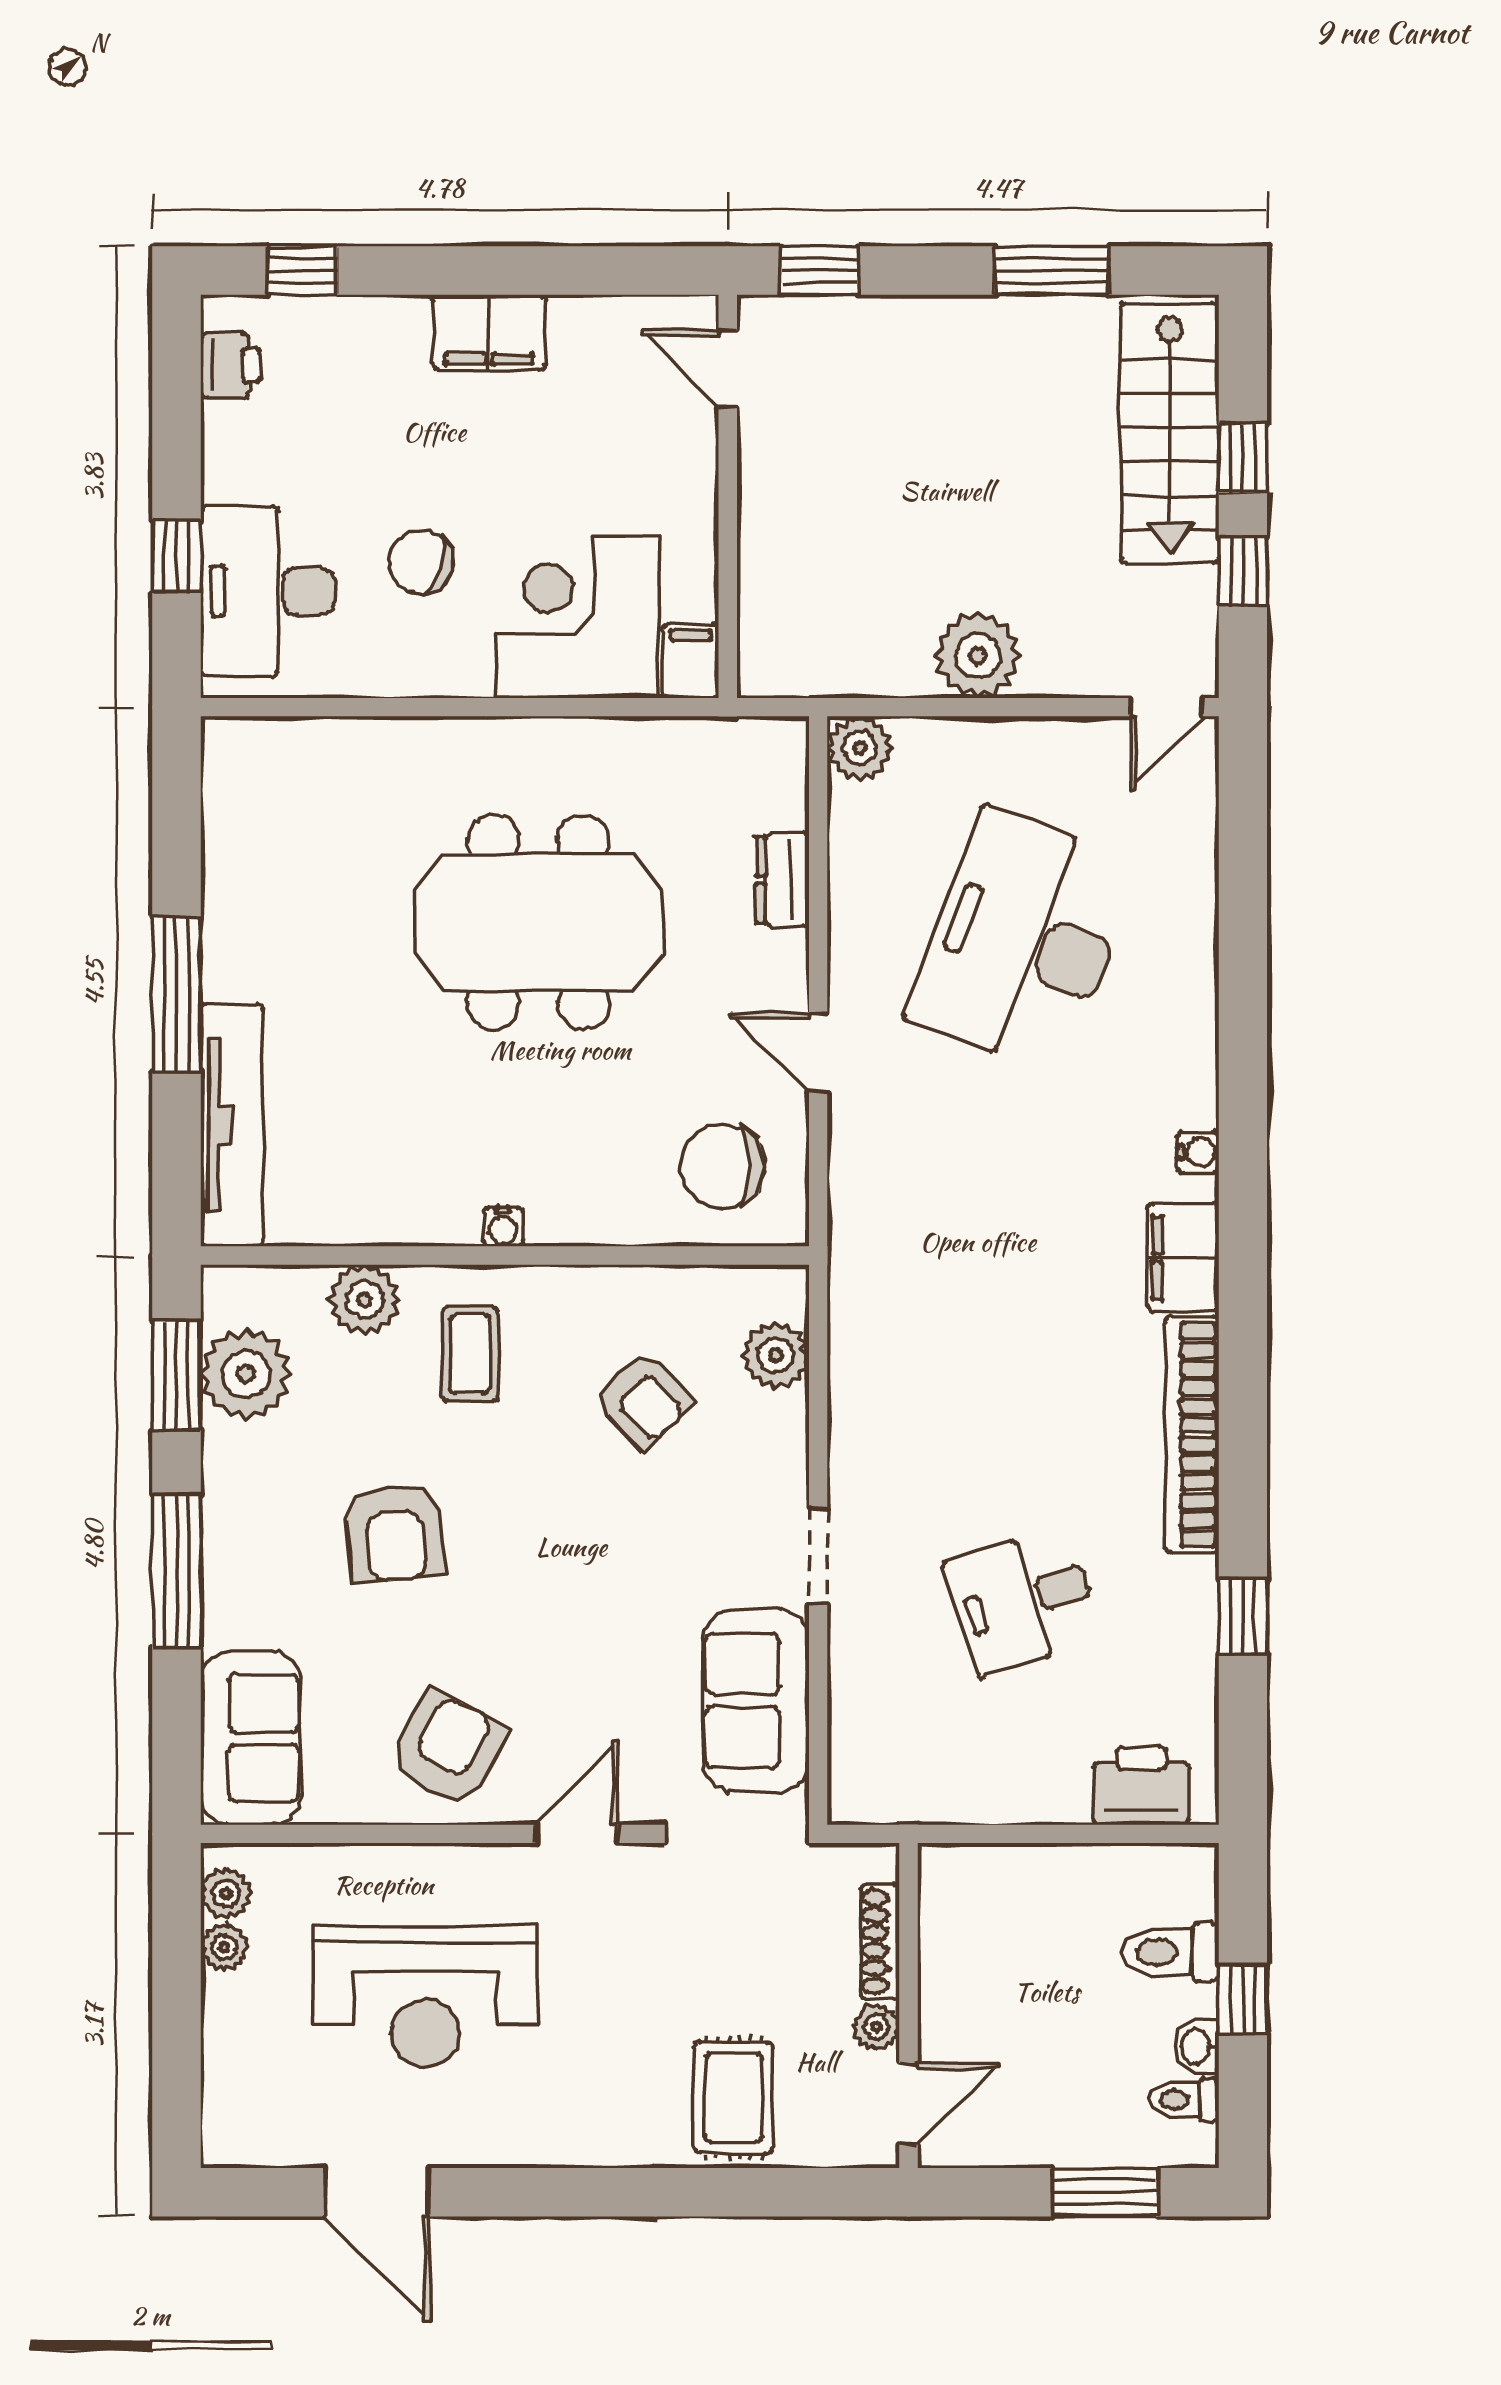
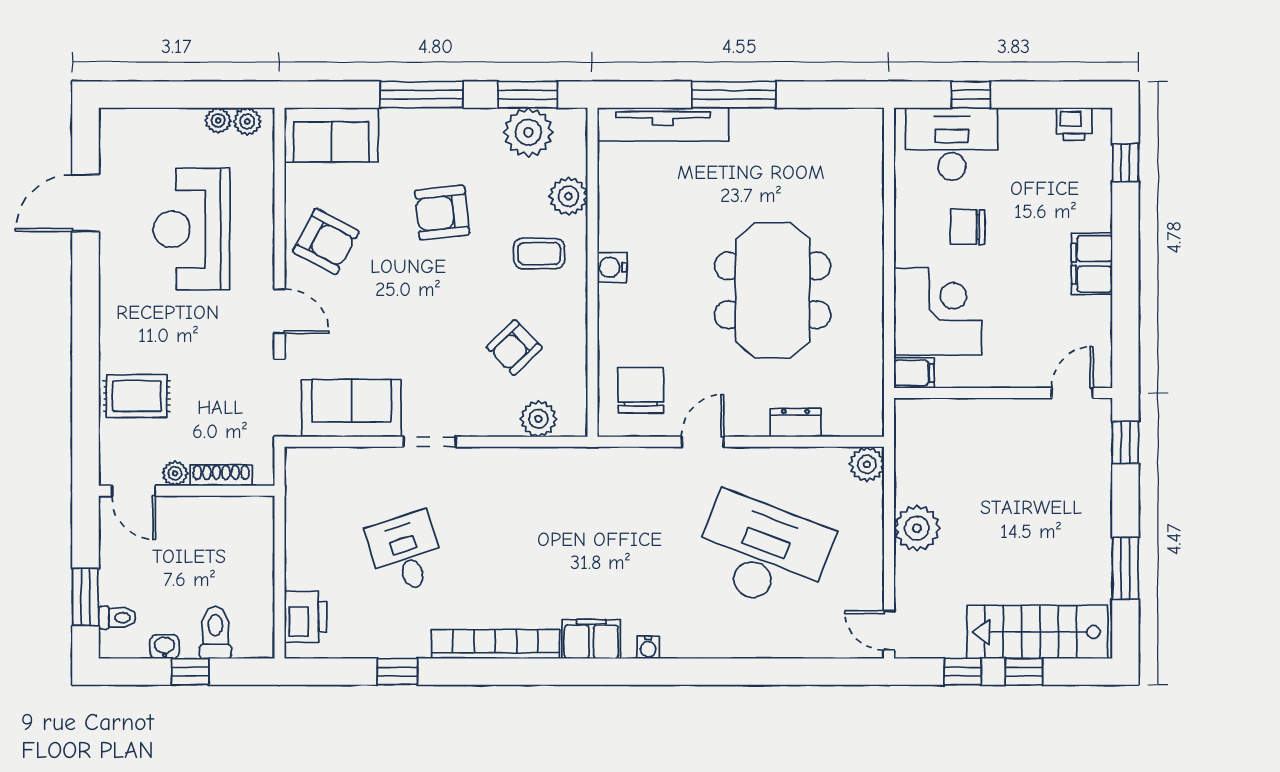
chair: (421, 562) -> (967, 227), turned -105
water cooler: (503, 1227) -> (612, 267), width x1.38, depth x1.38
toilet: (1184, 2100) -> (117, 618), moved, turned 90

